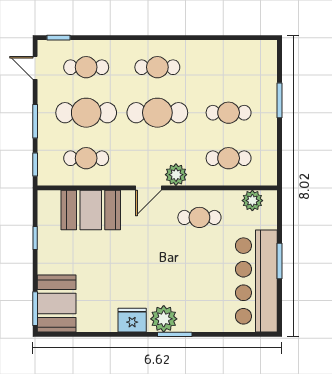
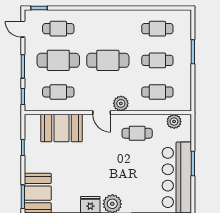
cafe table: (157, 67) -> (157, 29), moved
door: (148, 188) -> (102, 113), hinge flipped

